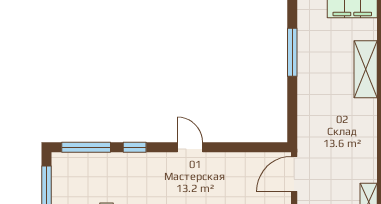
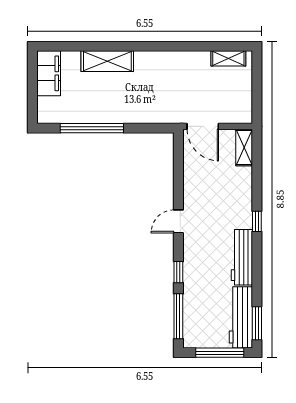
window: (292, 52) -> (92, 128), width x1.46

